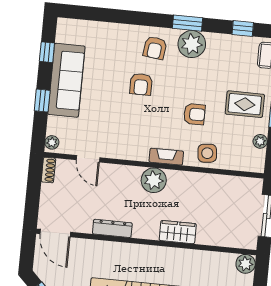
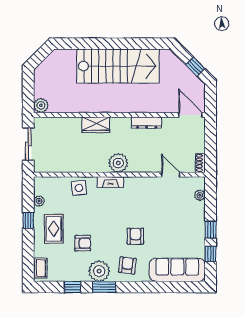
window: (243, 28) -> (72, 287), moved
sofa: (66, 80) -> (177, 270), moved, turned 90
window: (42, 101) -> (211, 230), moved
rug: (245, 104) -> (54, 229), turned 90
armchair: (194, 114) -> (83, 243), moved, turned 180
plant: (52, 142) -> (200, 195), moved

